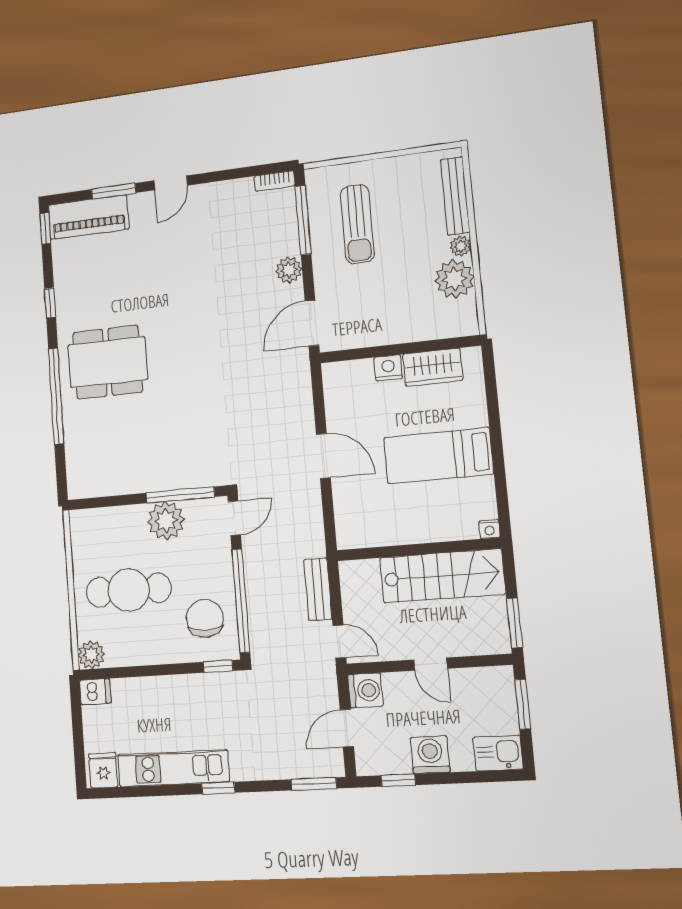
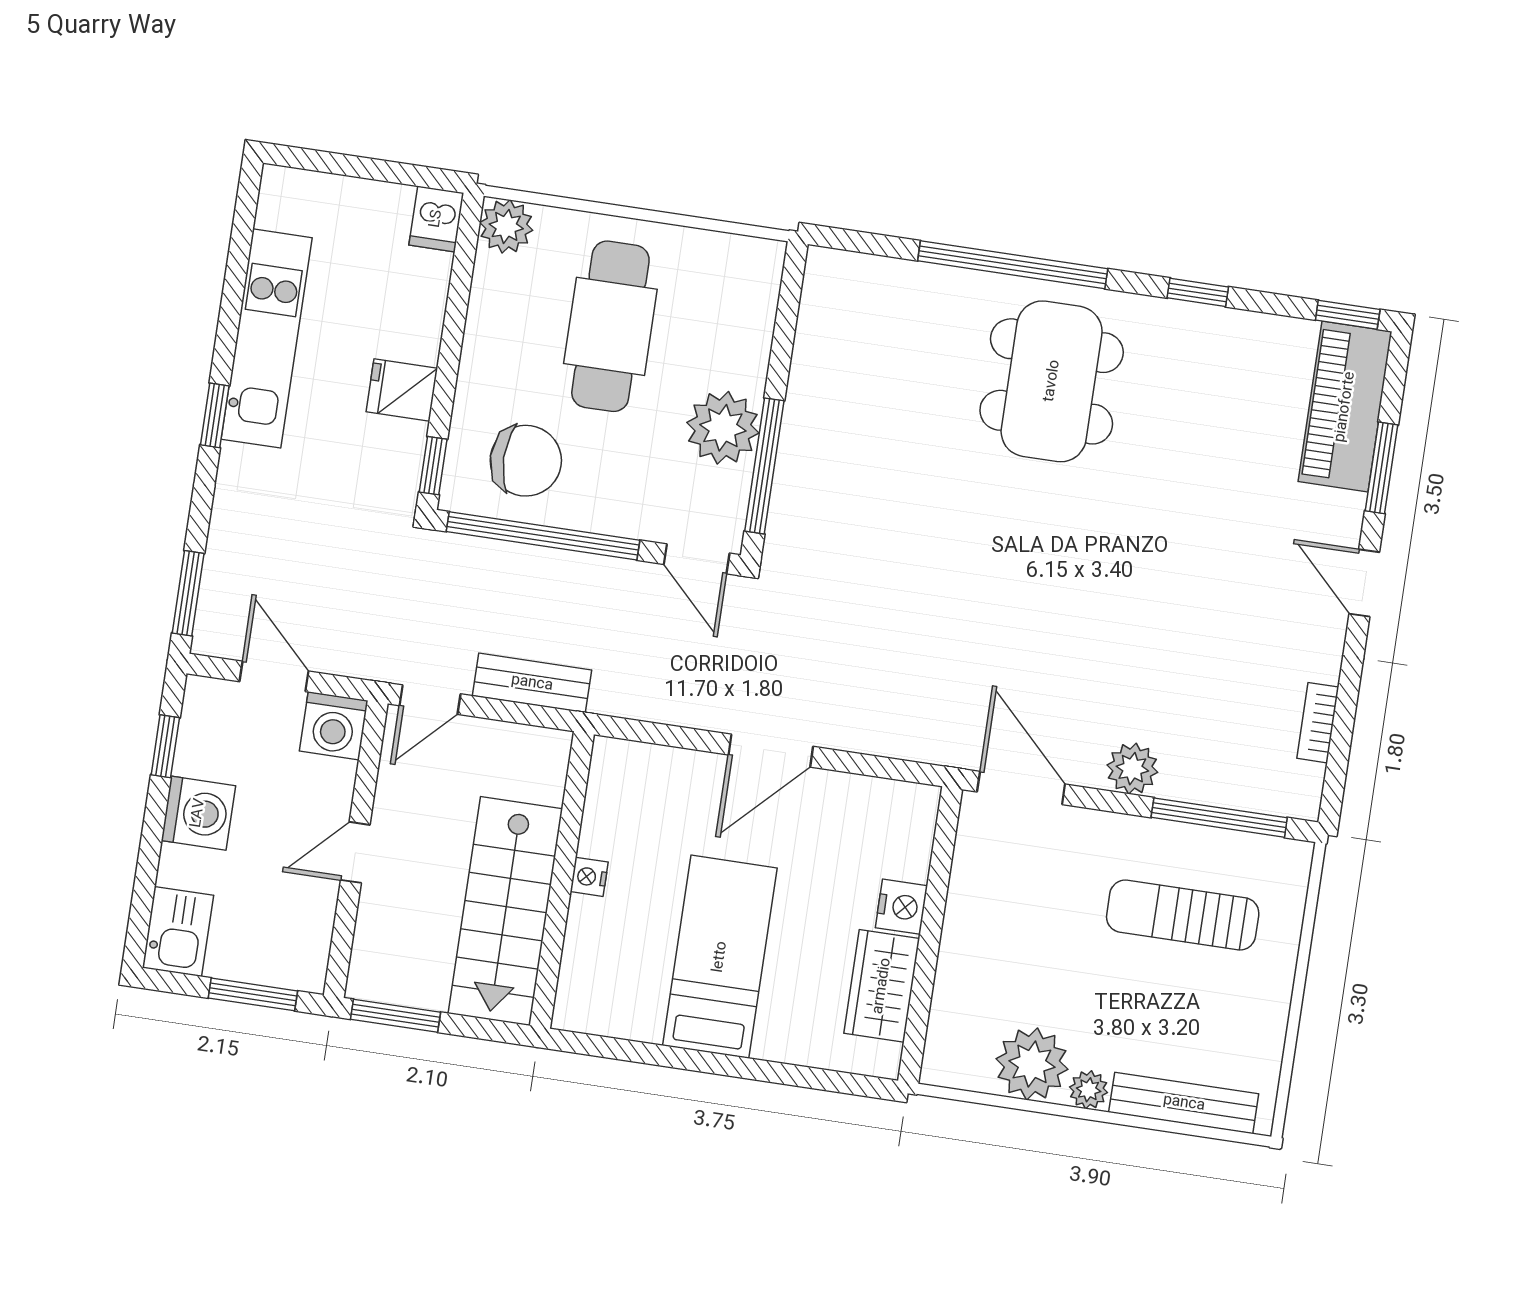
bookcase: (275, 181) -> (1318, 723), moved
nightstand: (490, 529) -> (589, 877), moved
fridge: (103, 770) -> (402, 390), moved, turned 180

